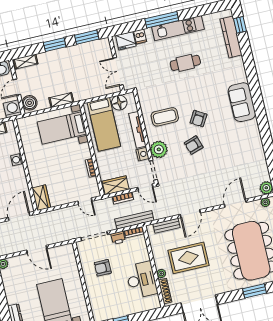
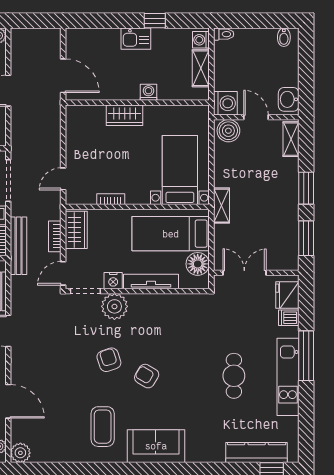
shelving: (61, 100) -> (222, 206), moved
coffee table: (165, 117) -> (103, 427), moved
wardrobe: (41, 198) -> (125, 115), moved

